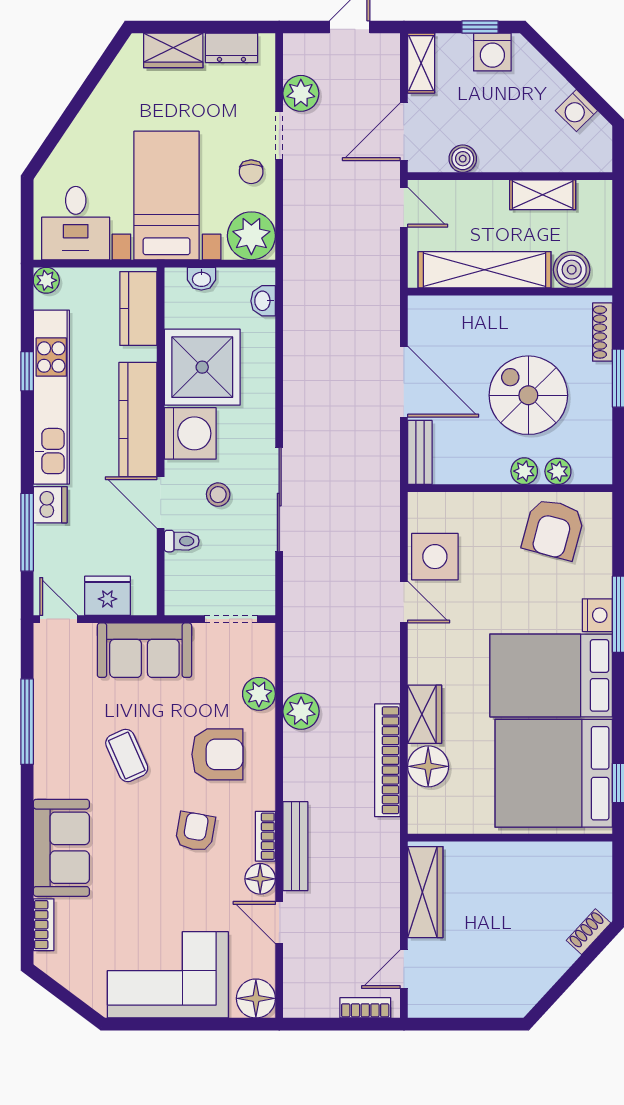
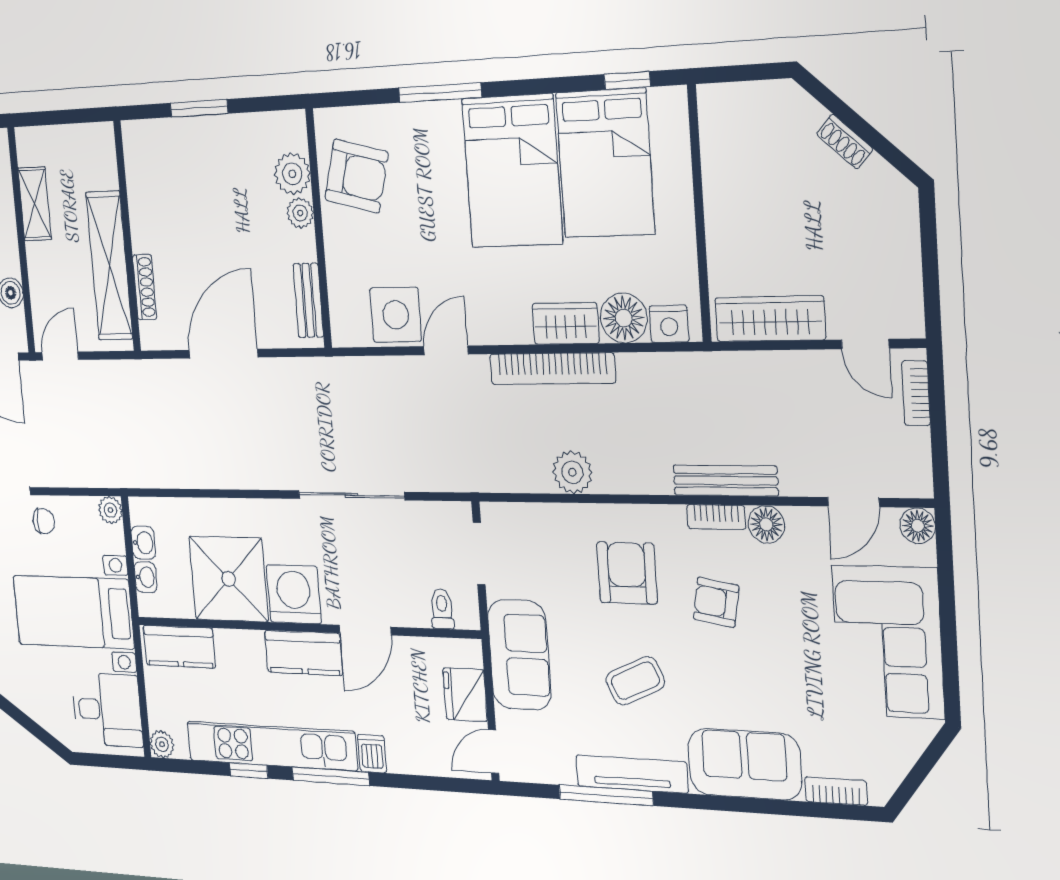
plant: (251, 236) -> (110, 510), width x0.53, depth x0.53
boiler: (572, 270) -> (100, 168), removed
washbasin: (263, 301) -> (143, 543), moved, turned -90
shoe rack: (602, 332) -> (145, 287), moved, turned -90
spiral stairs: (528, 395) -> (225, 211), removed
kitchen counter: (138, 419) -> (304, 653), width x0.67
bench: (420, 452) -> (308, 300), moved, turned 90
plant: (558, 471) -> (292, 174), width x1.38, depth x1.38
stool: (218, 495) -> (352, 565), removed
dishwasher: (50, 505) -> (372, 754), width x0.73
window: (27, 532) -> (331, 776), moved
toilet: (182, 541) -> (442, 609), moved
nightstand: (597, 615) -> (669, 324), moved, turned 180
plant: (259, 694) -> (557, 522), removed
tv unit: (47, 747) -> (632, 774), added
bookcase: (387, 760) -> (552, 369), moved
bed: (554, 773) -> (605, 163), width x0.73
door: (279, 923) -> (853, 502), moved
shoe rack: (589, 932) -> (845, 142), moved
floor lamp: (256, 998) -> (918, 526), width x0.73, depth x0.73

